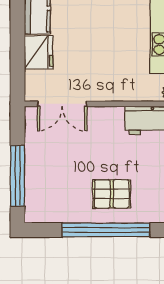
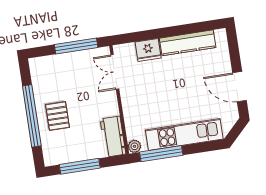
window: (18, 176) -> (76, 46), moved

